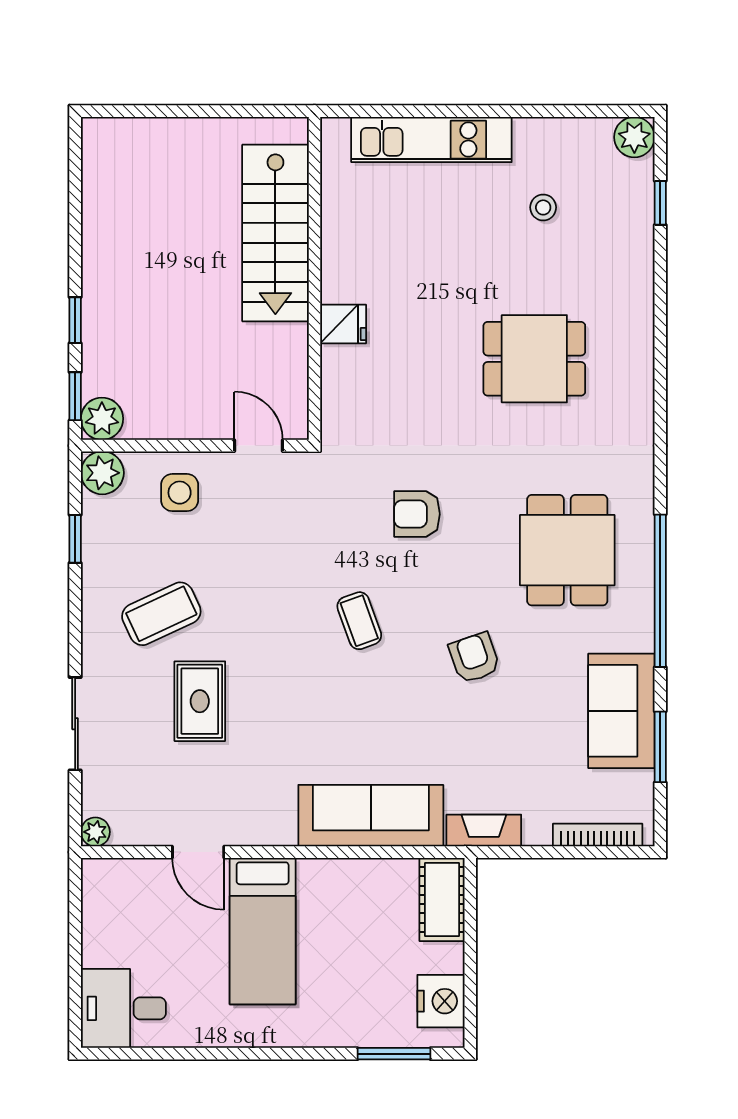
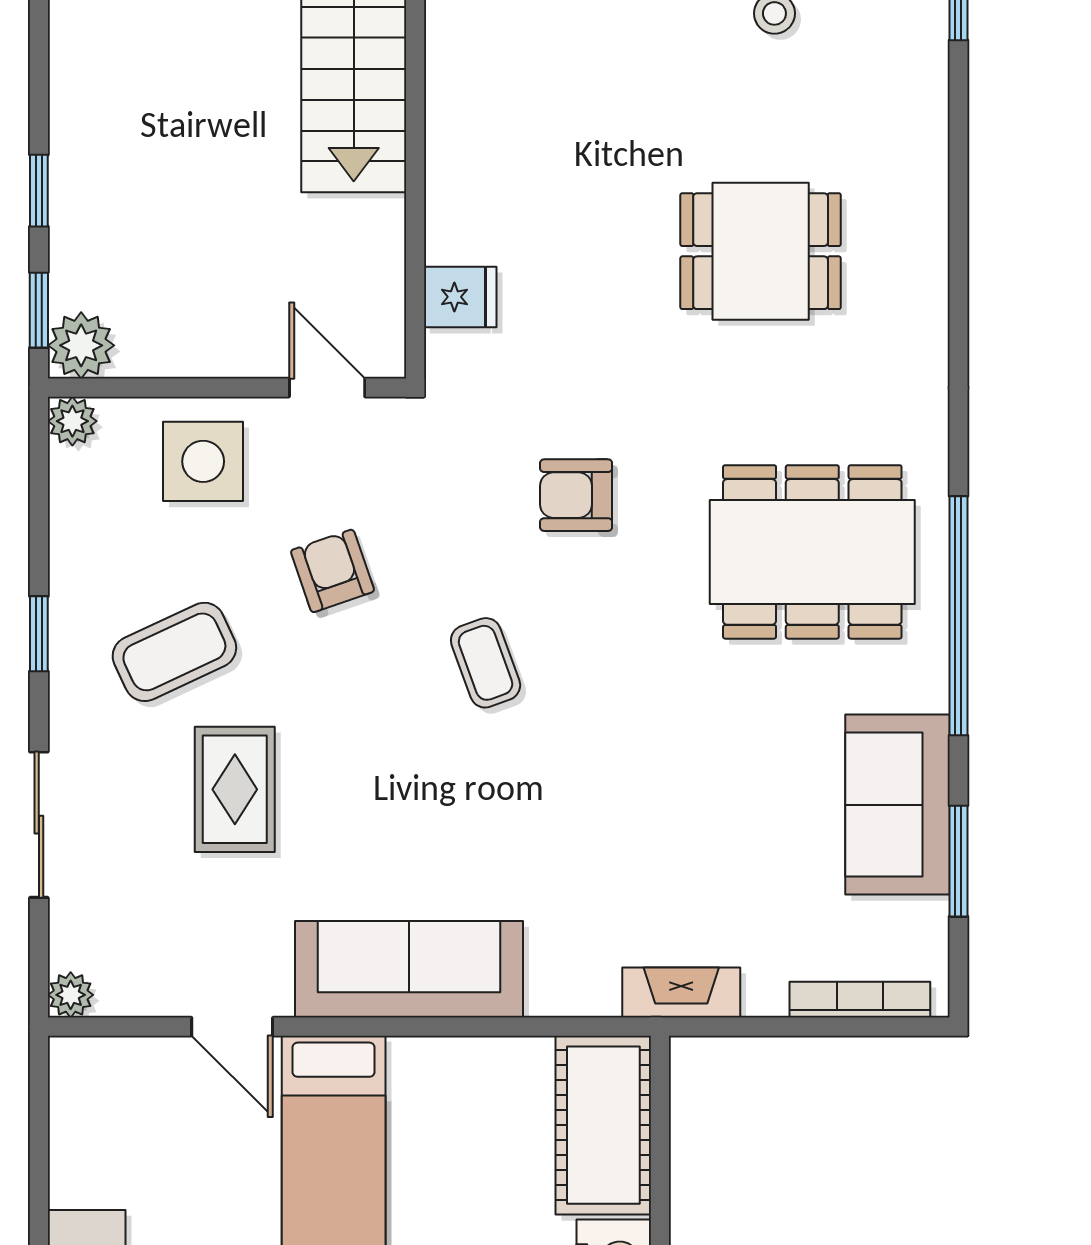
fridge: (343, 324) -> (460, 297), moved
plant: (102, 473) -> (72, 421), width x0.73, depth x0.73
side table: (180, 493) -> (203, 461), width x1.37, depth x1.37
window: (75, 539) -> (39, 634), moved
dining table: (567, 550) -> (812, 552), width x1.37
armchair: (474, 658) -> (332, 571), moved
sofa: (371, 816) -> (409, 969), moved
cot: (442, 899) -> (603, 1125), width x1.37, depth x1.34

